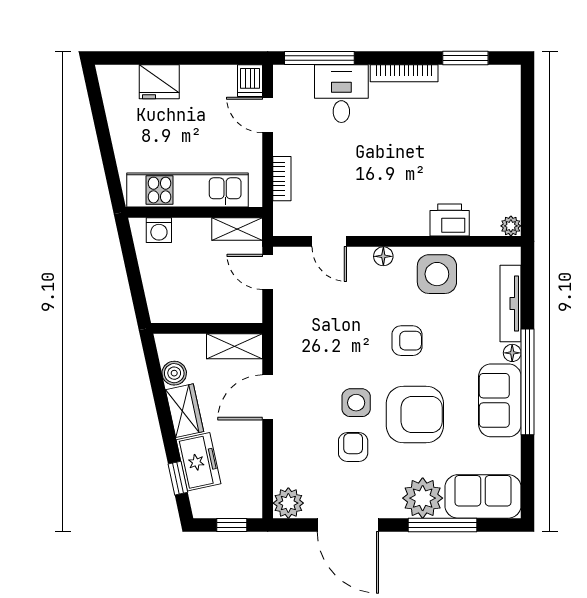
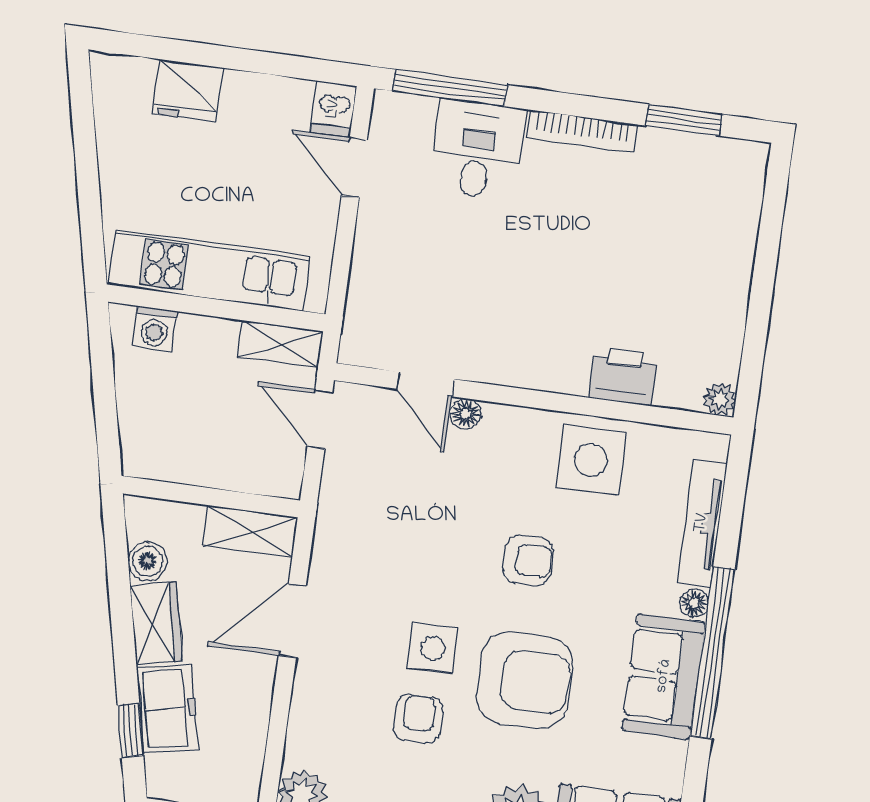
bookcase: (282, 179) -> (363, 273), removed
floor lamp: (383, 256) -> (466, 414), moved

